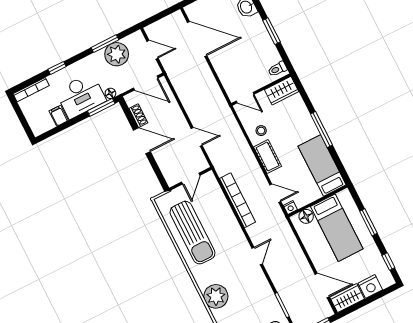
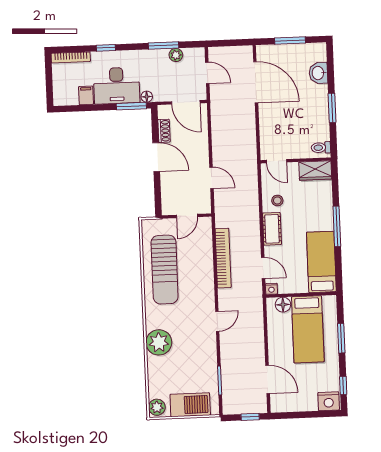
plant: (117, 54) -> (176, 55), width x0.53, depth x0.53
nightstand: (370, 286) -> (329, 401), moved
wardrobe: (347, 298) -> (286, 403), removed

